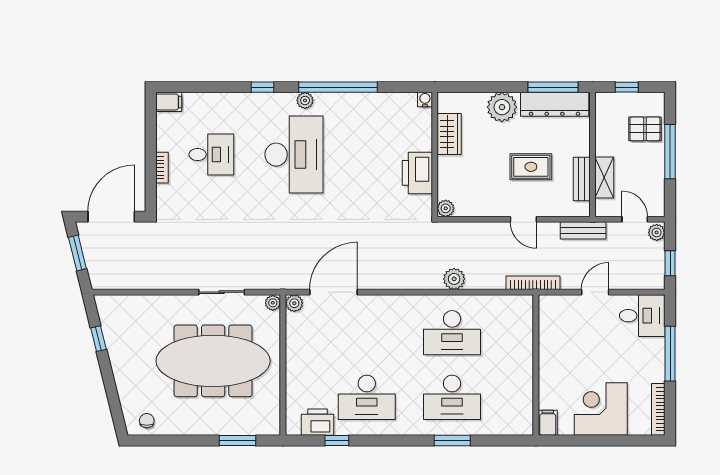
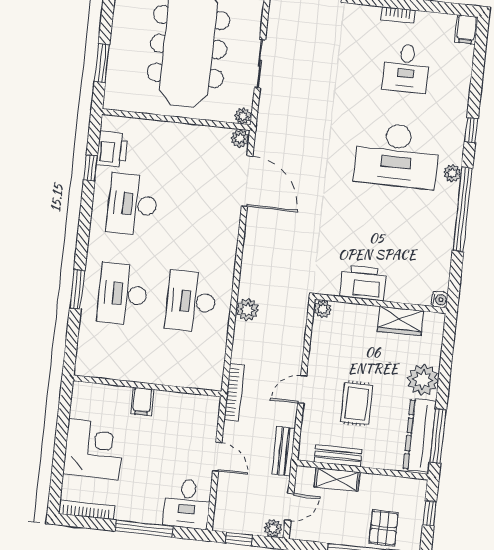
filing cabinet: (548, 423) -> (142, 401), moved, turned 90

